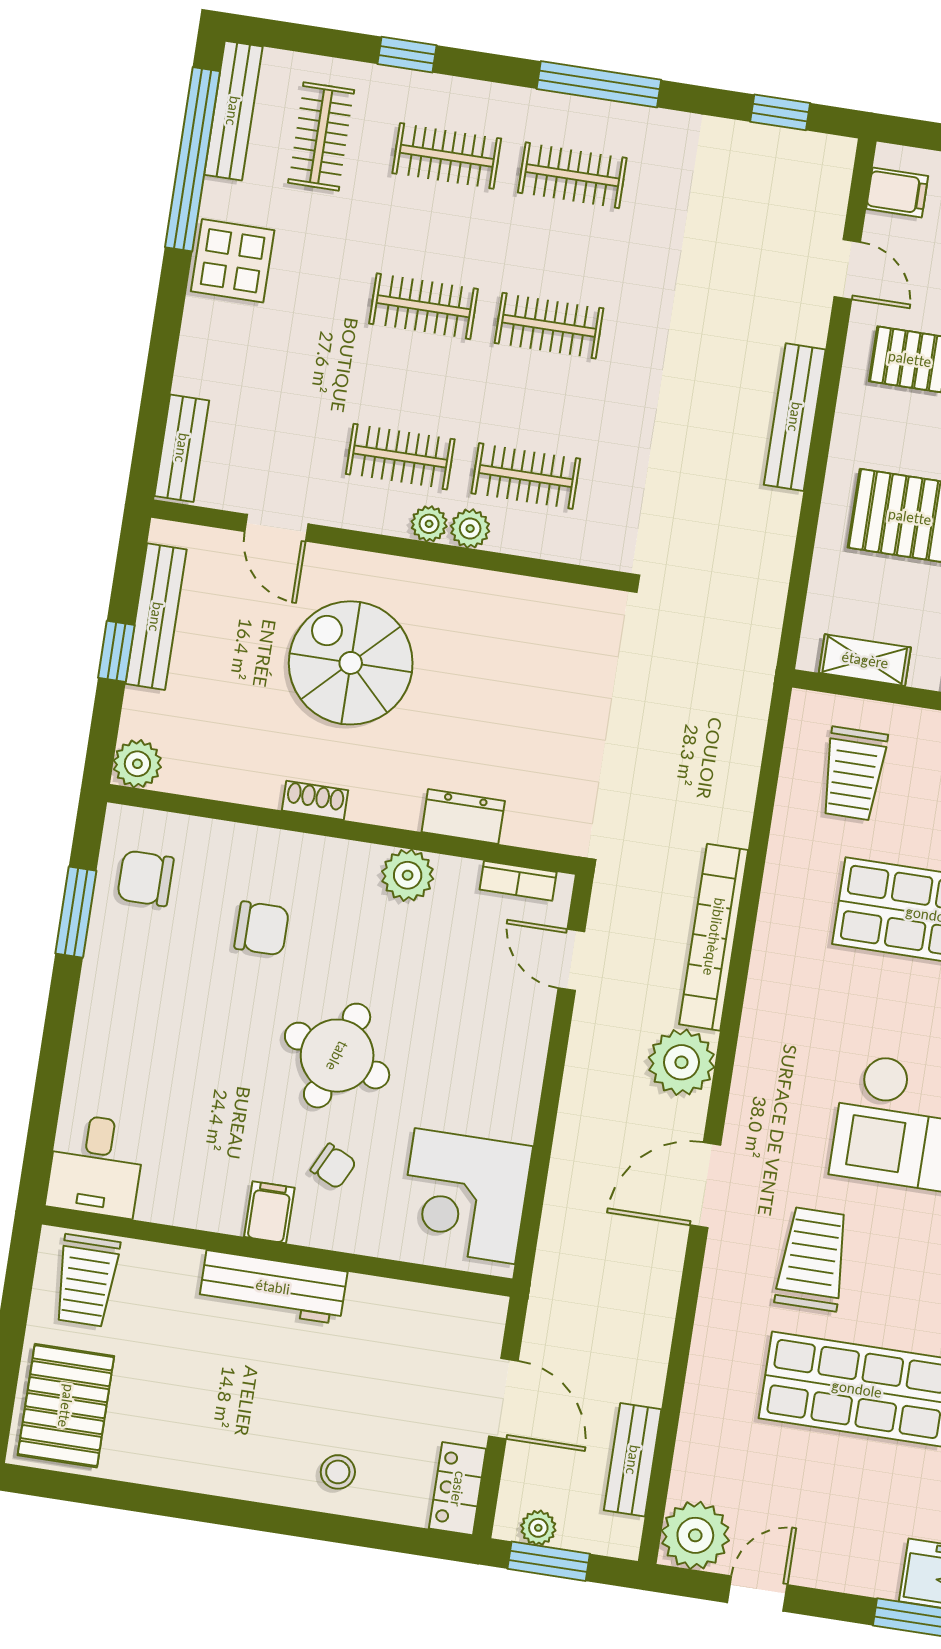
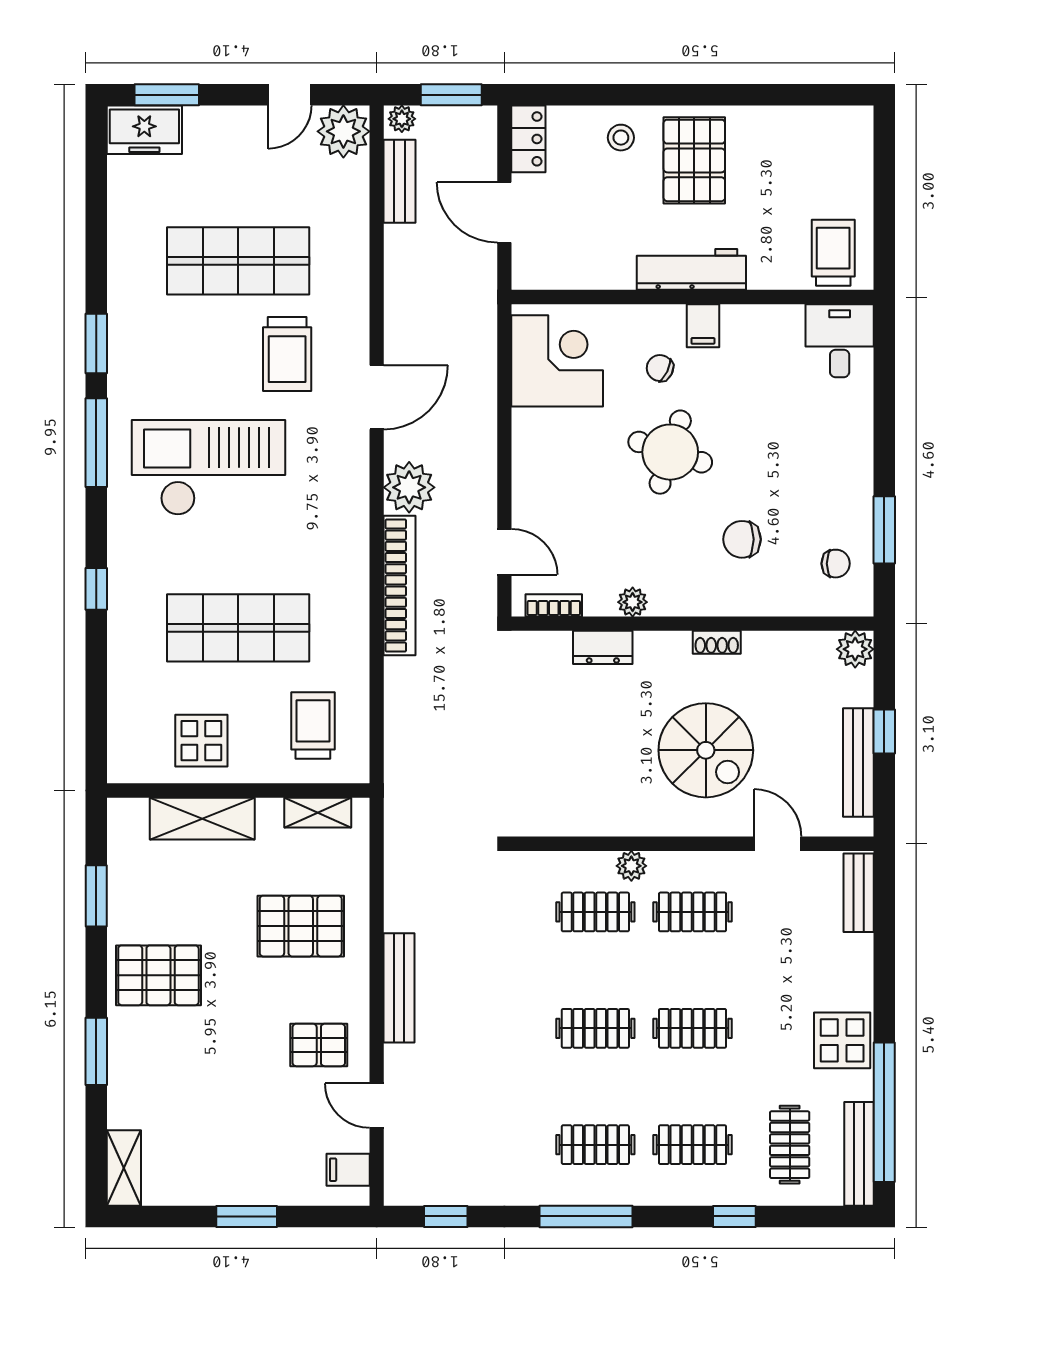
plant: (429, 524) -> (663, 865), removed
plant: (408, 875) -> (633, 602), width x0.73, depth x0.73
chair: (145, 878) -> (836, 564), width x0.73, depth x0.73
pallet: (66, 1406) -> (694, 160), moved
plant: (538, 1528) -> (402, 119), moved

